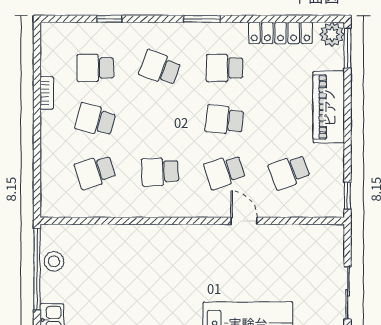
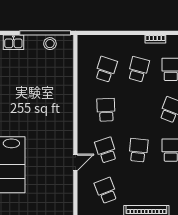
school desk: (95, 172) -> (106, 69), turned 36

